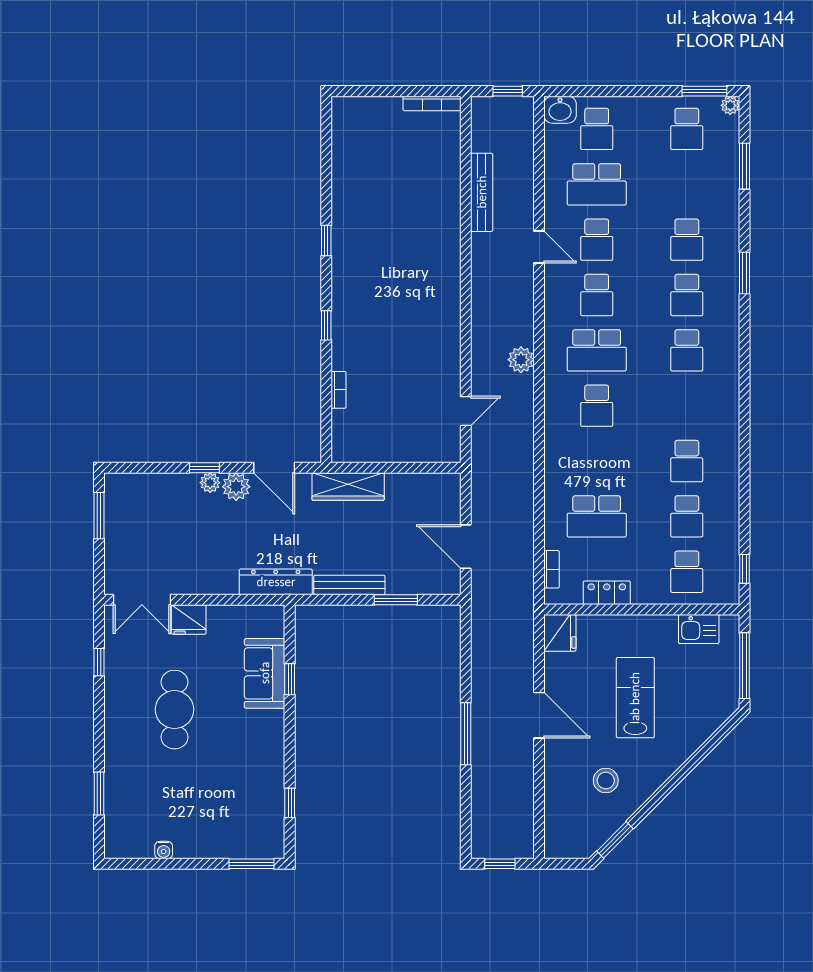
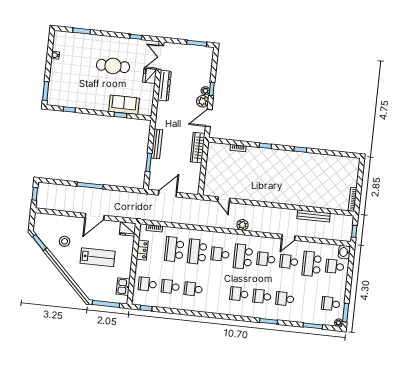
school desk: (597, 461) -> (197, 252), added
dresser: (276, 582) -> (164, 86), moved

